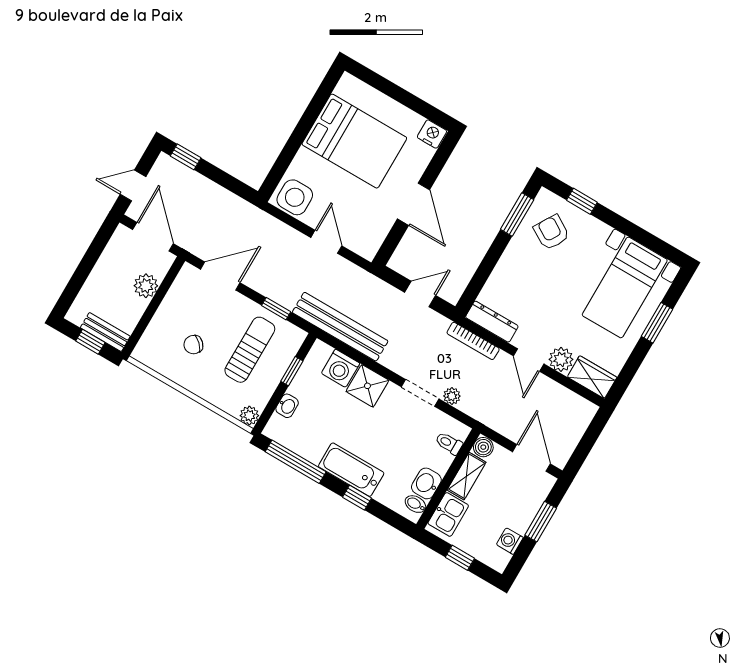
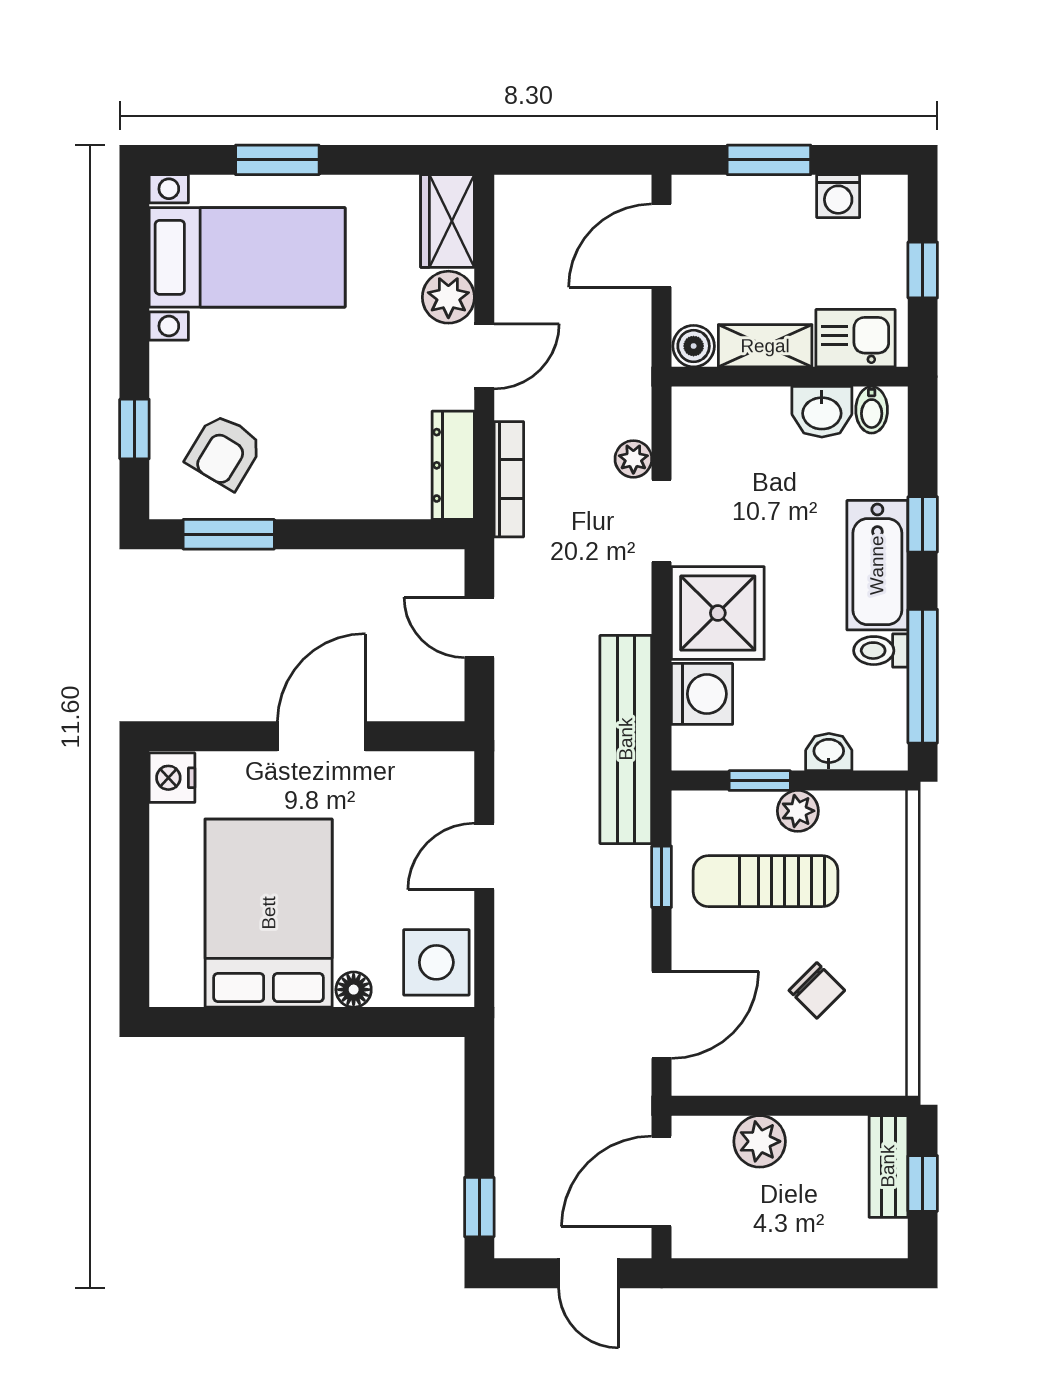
floor lamp: (303, 157) -> (354, 990), added
door: (220, 276) -> (662, 1015), swing flipped
shower: (367, 386) -> (718, 613), width x1.36, depth x1.36
plant: (249, 416) -> (798, 811), moved
toilet: (449, 443) -> (881, 651), moved, turned 90

